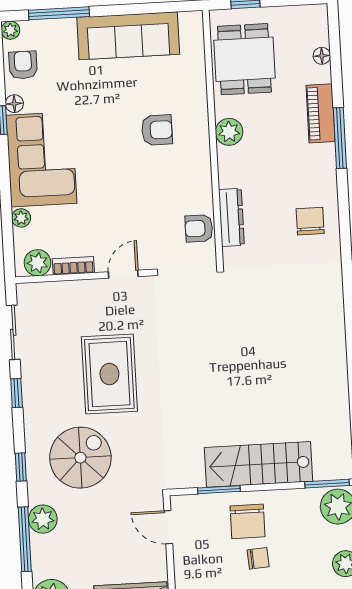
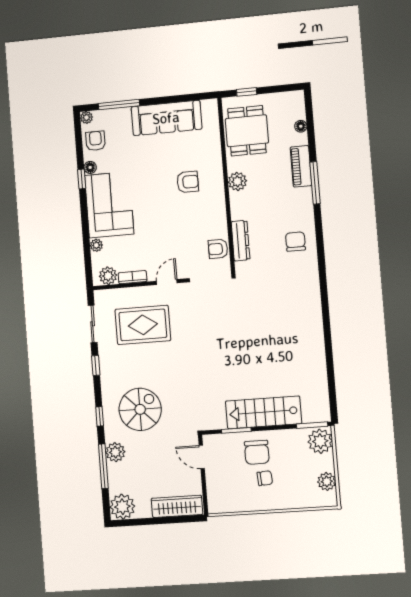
rug: (109, 374) -> (143, 325), moved, turned 90

